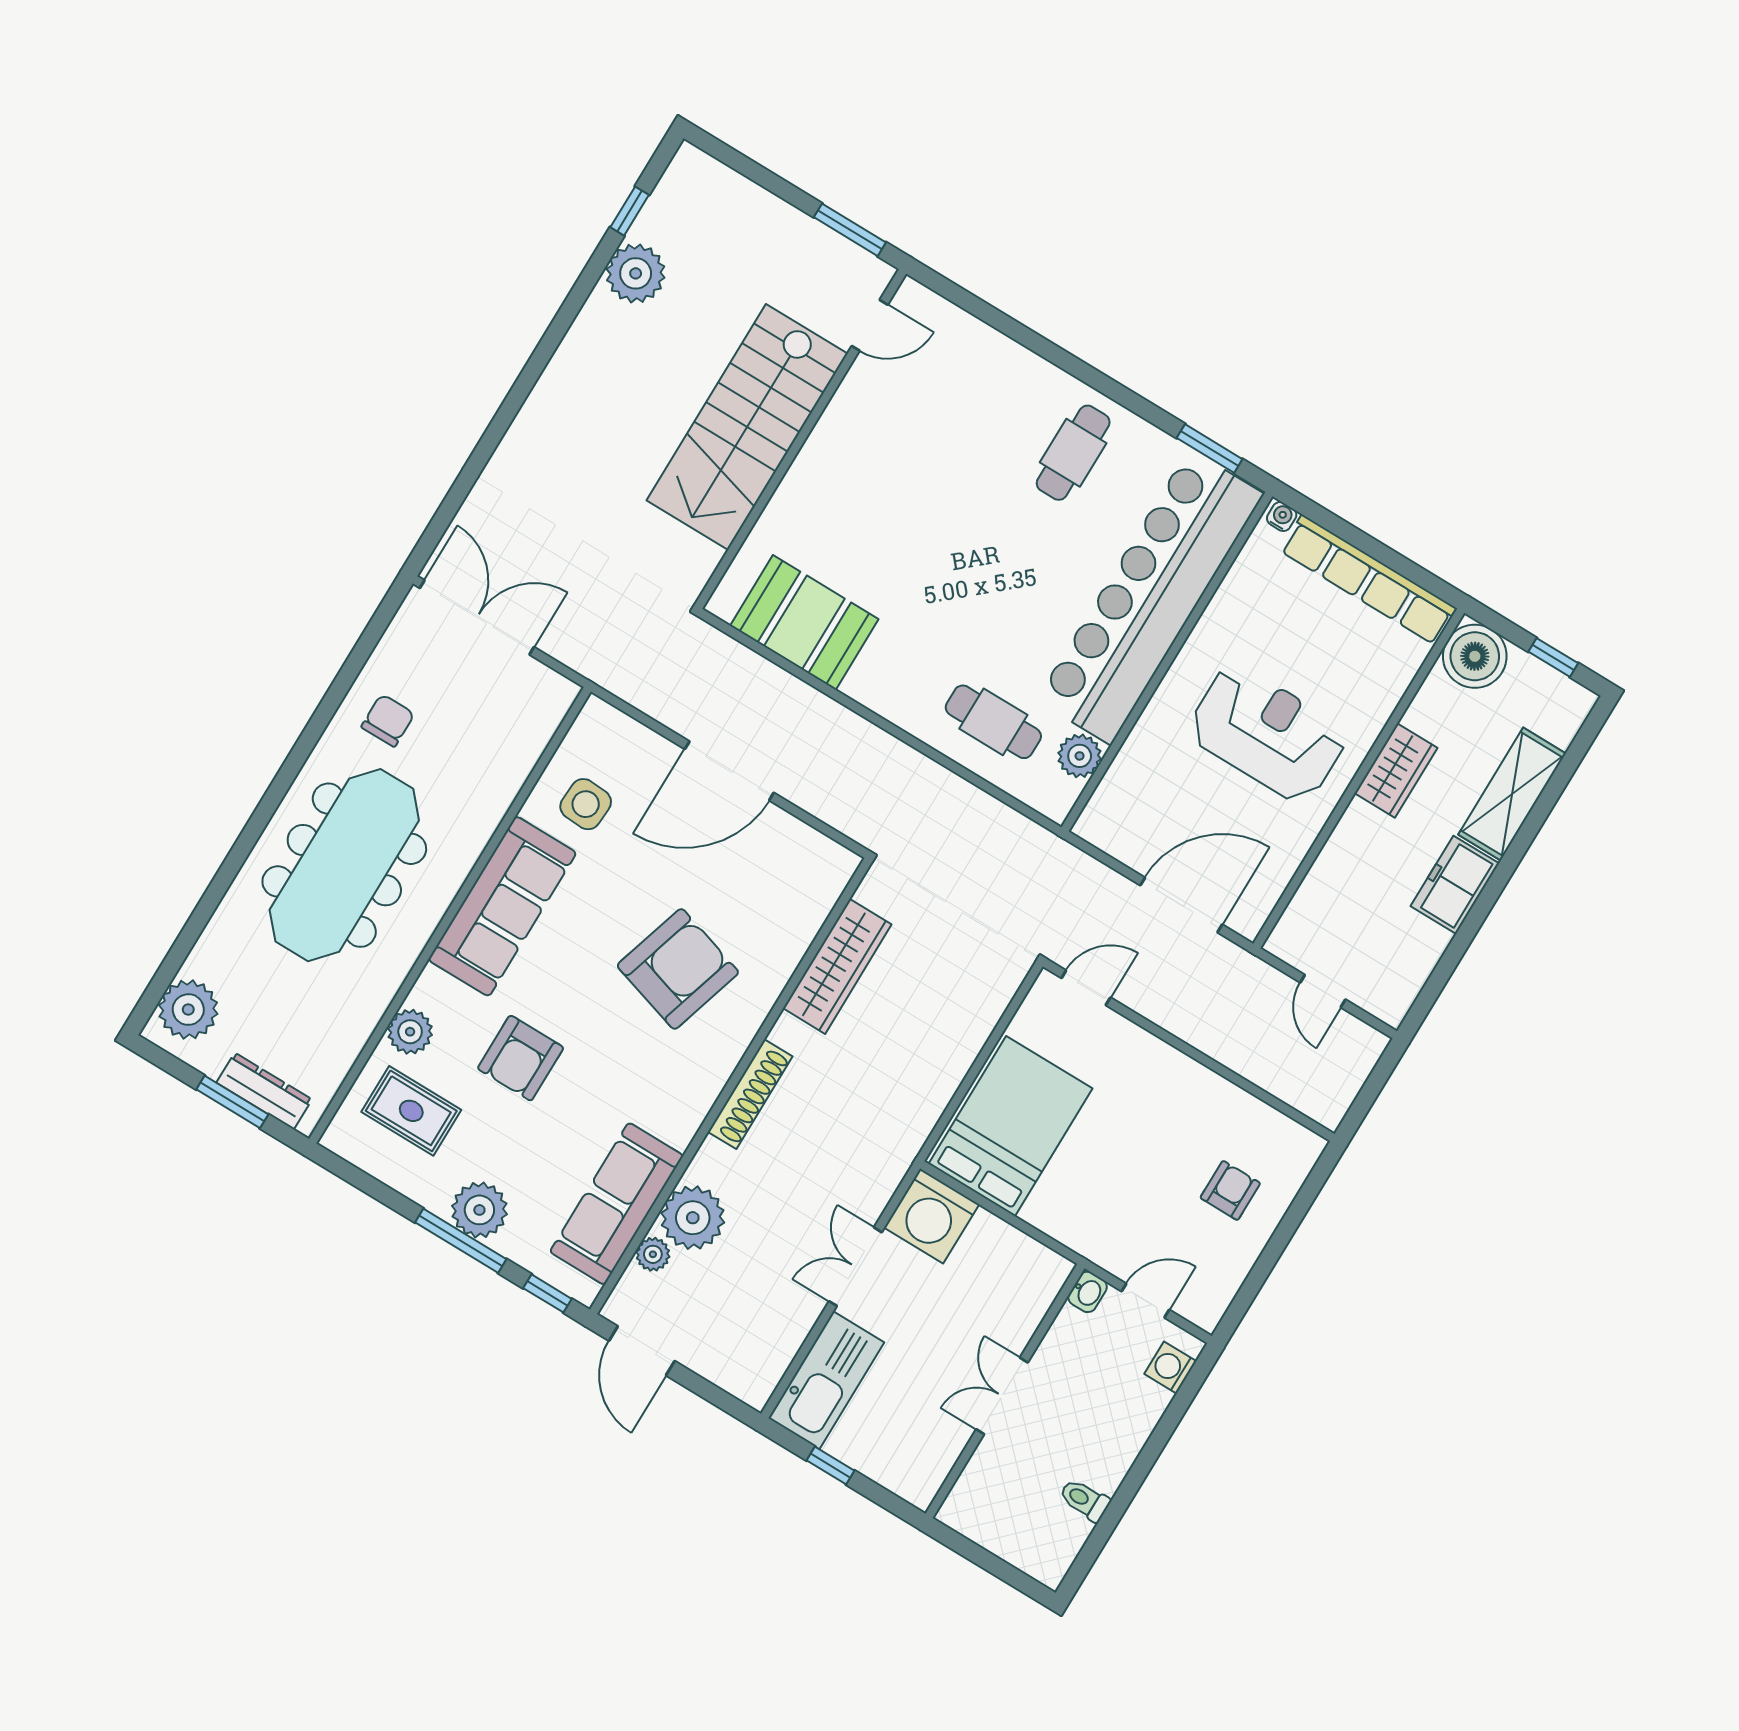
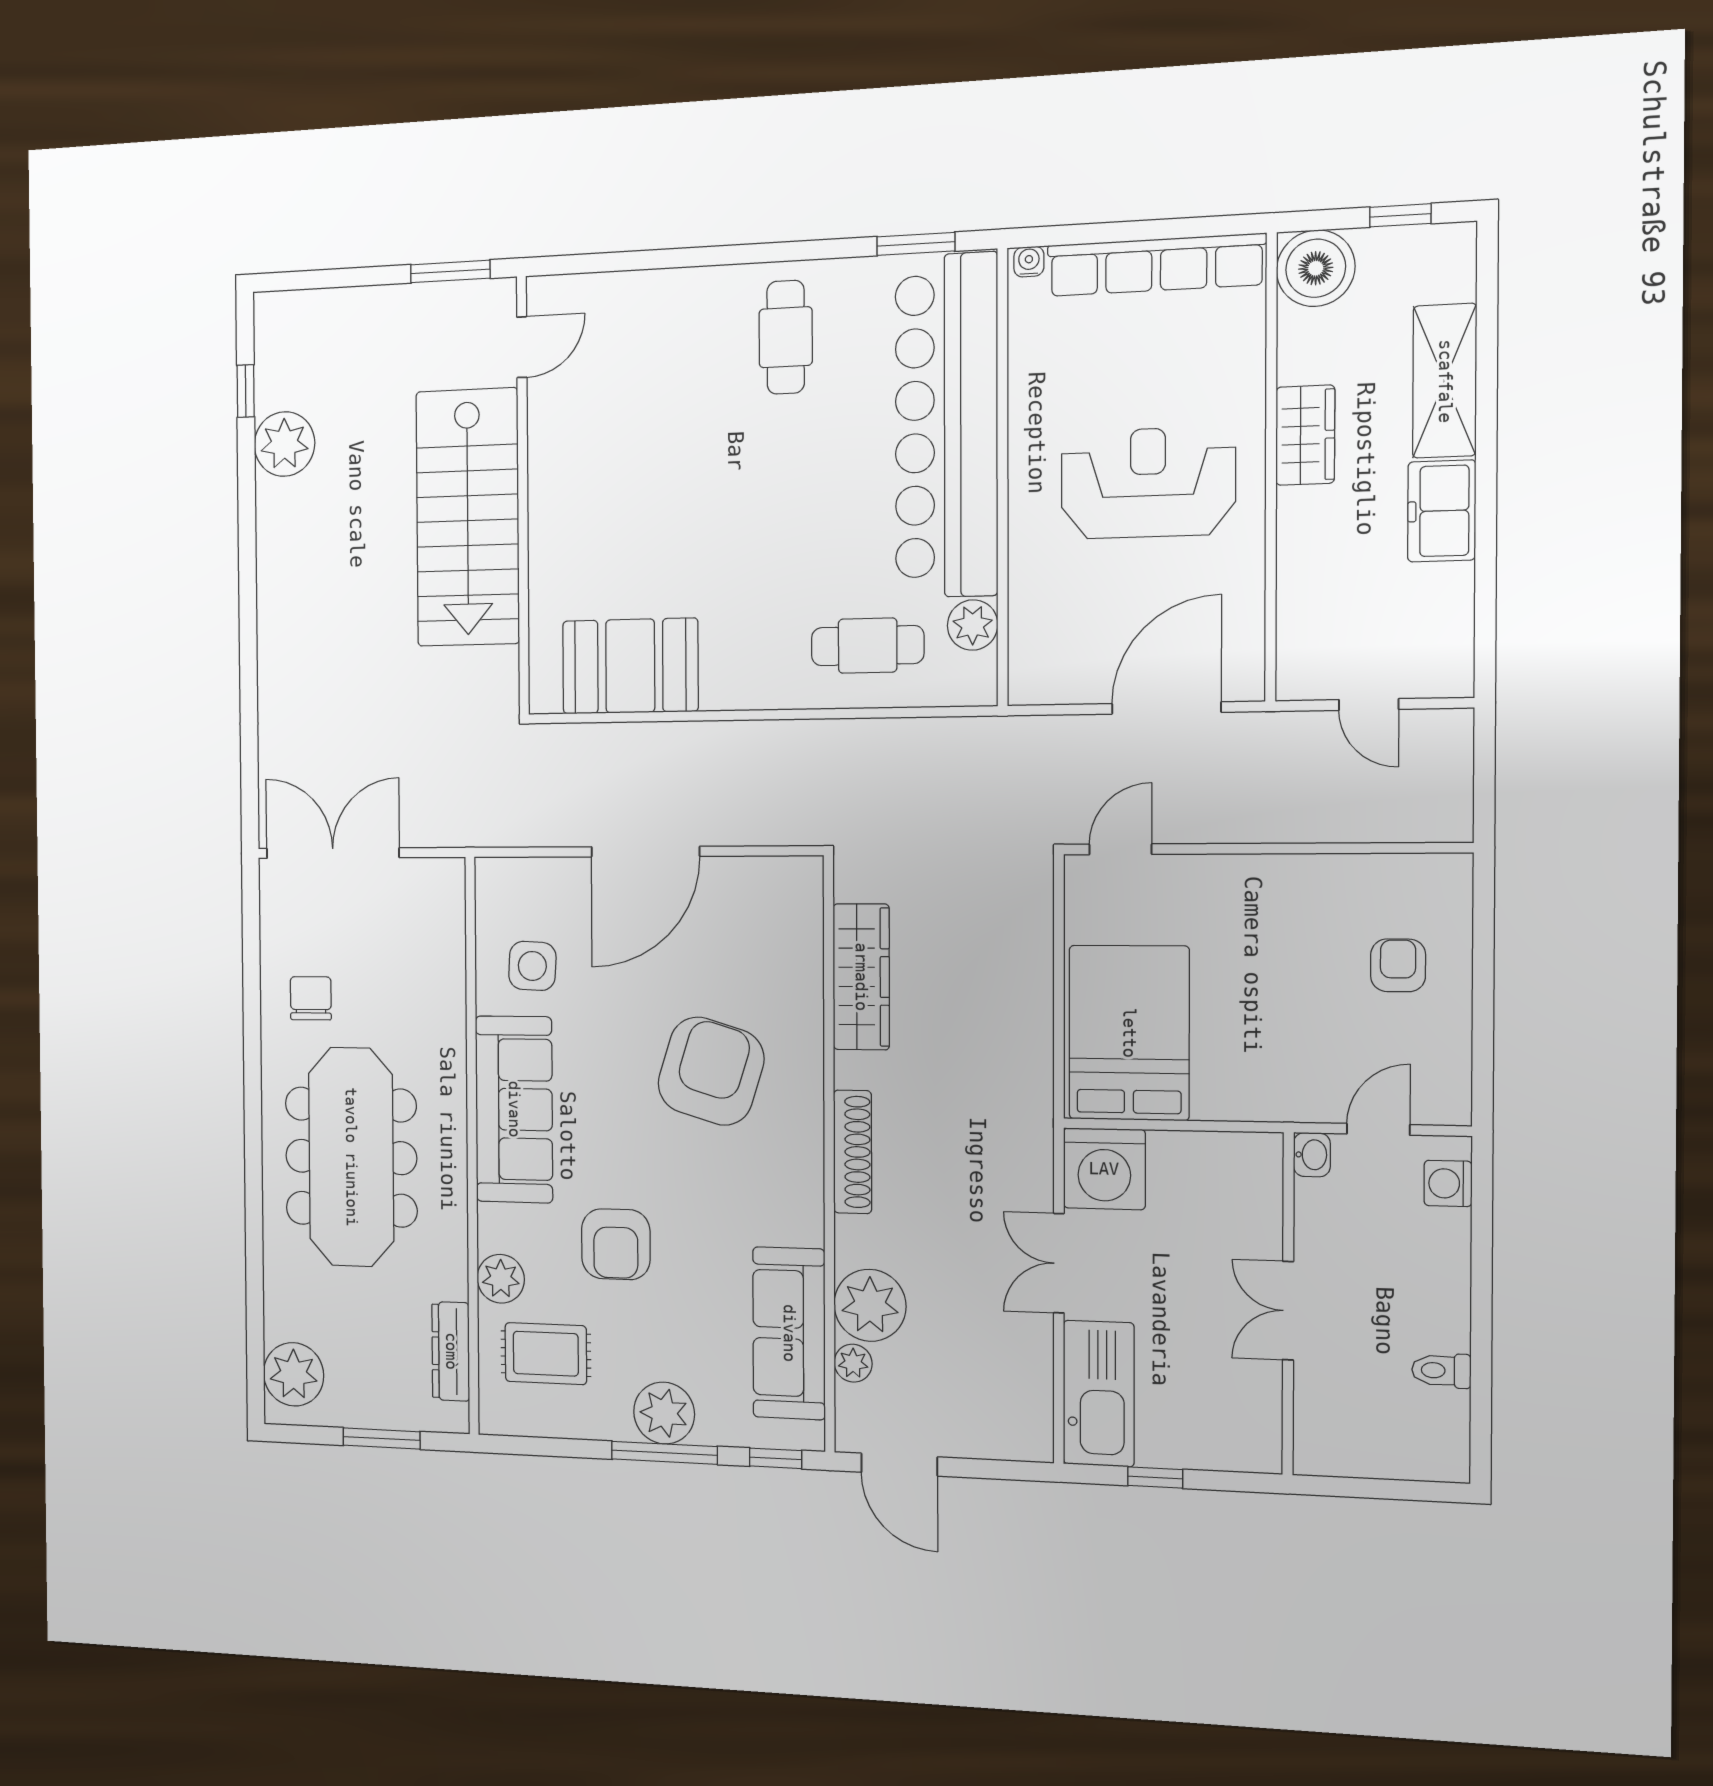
dresser: (264, 1091) -> (451, 1351), moved, turned -90

